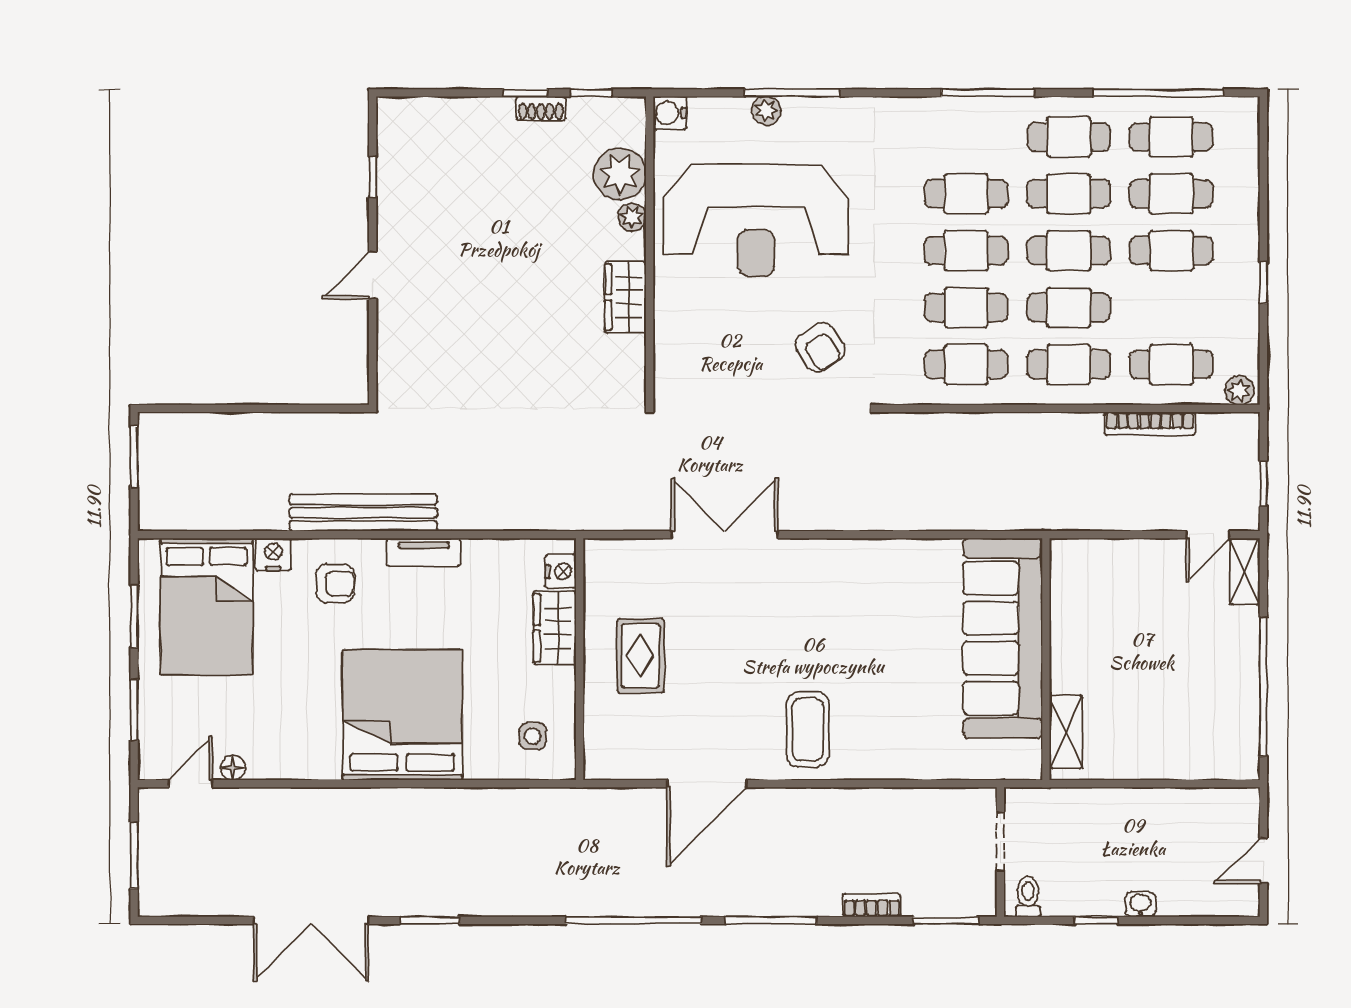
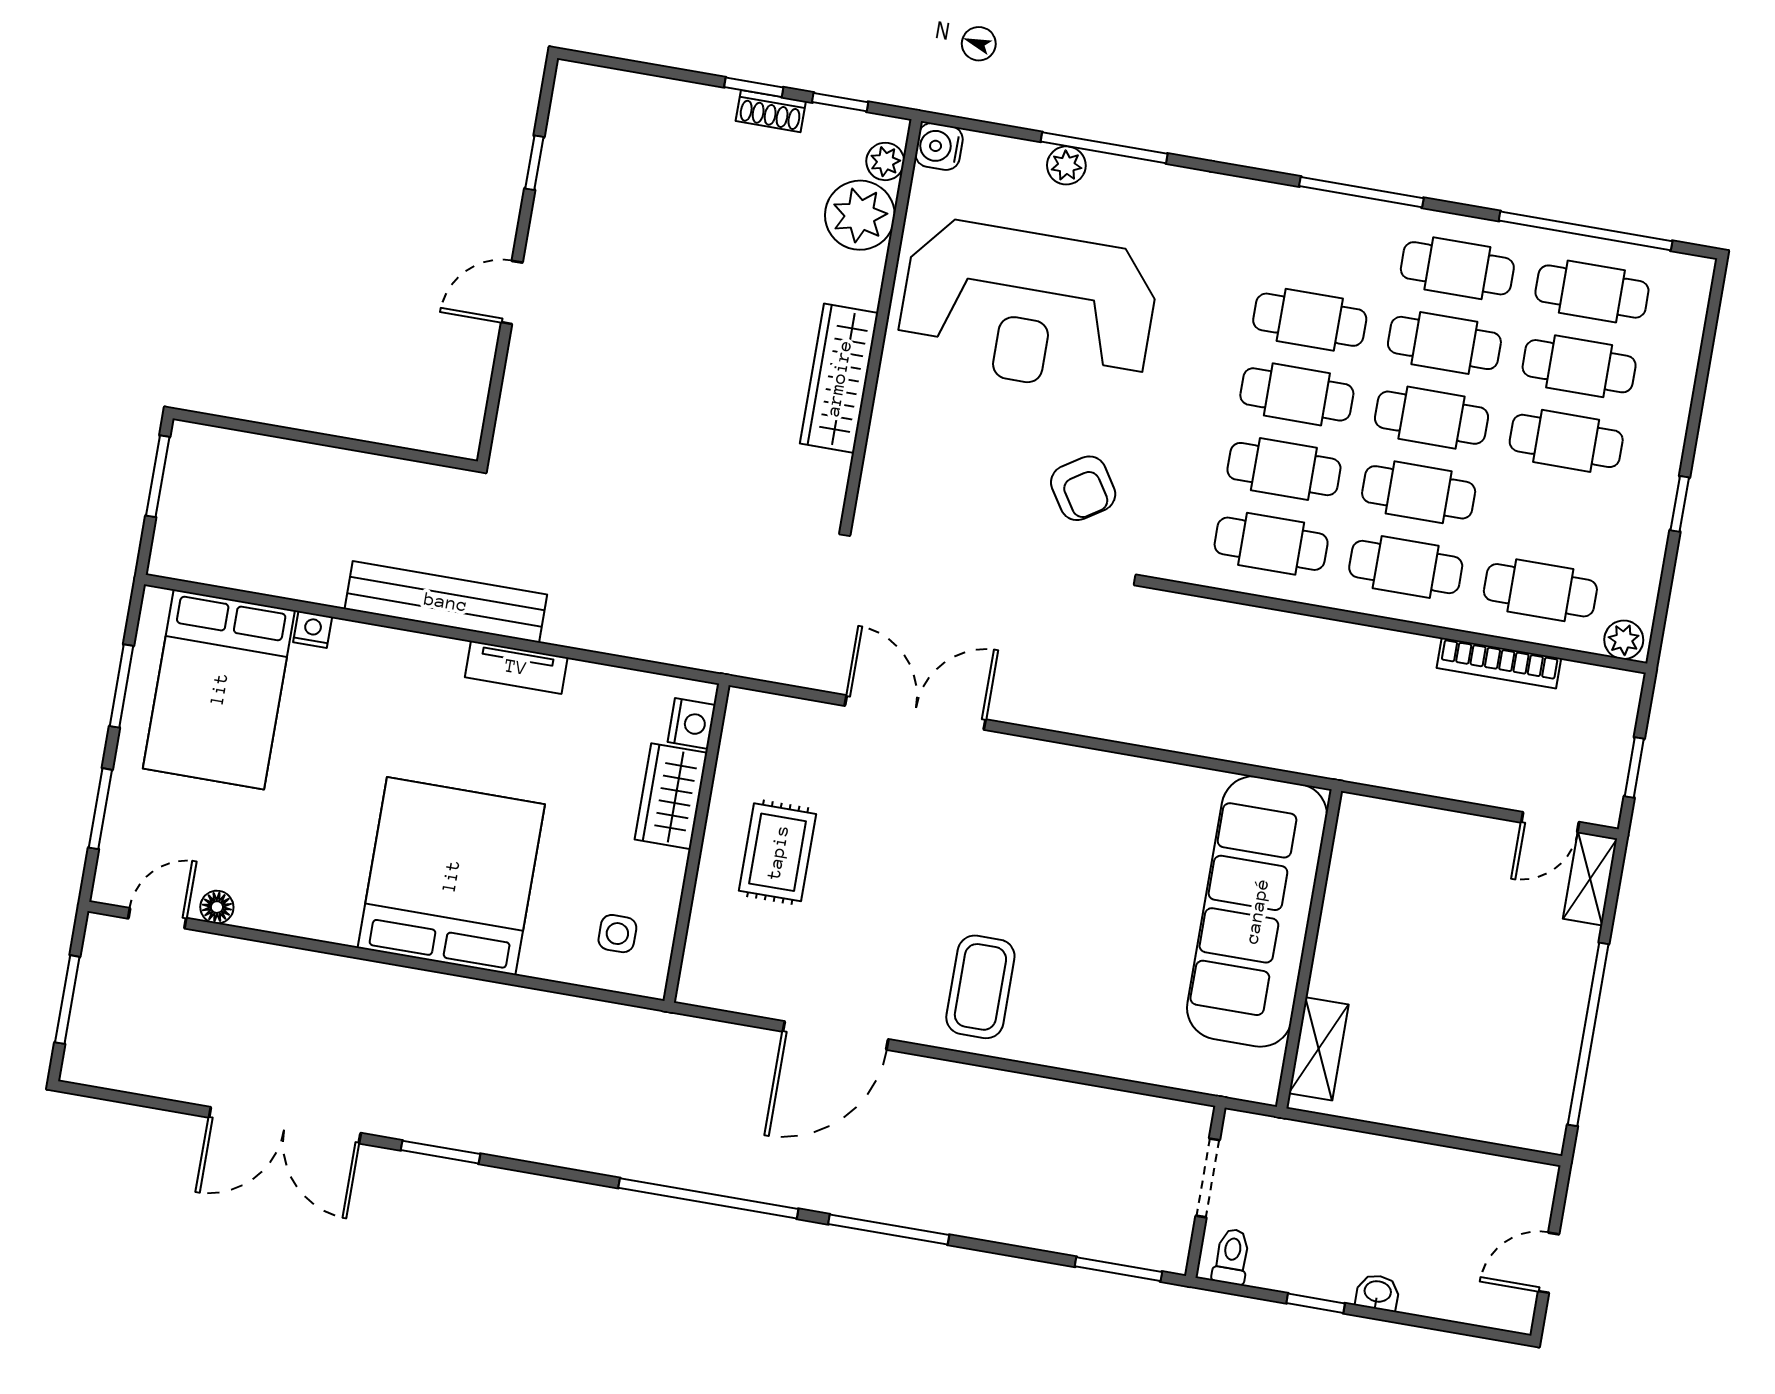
plant: (632, 217) -> (885, 161), moved
wardrobe: (625, 297) -> (839, 378), width x1.50
nightstand: (273, 554) -> (313, 629), width x0.72, depth x0.74
armchair: (335, 583) -> (393, 688), removed
bookcase: (872, 905) -> (1024, 1232), removed

